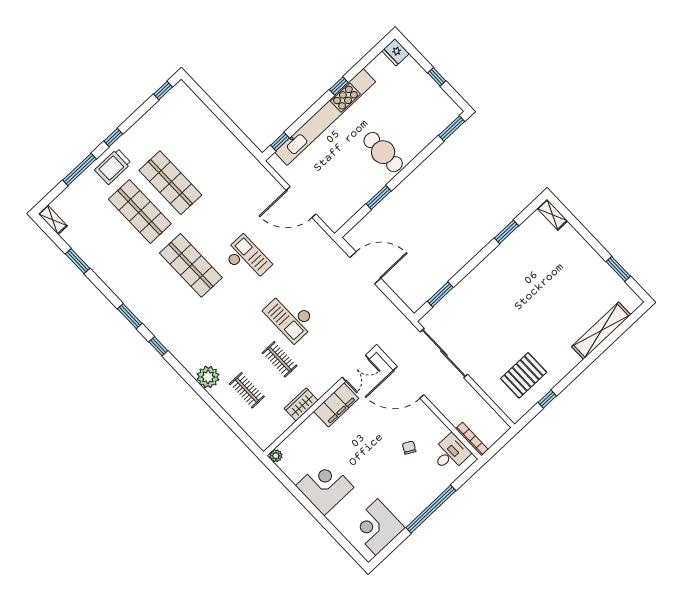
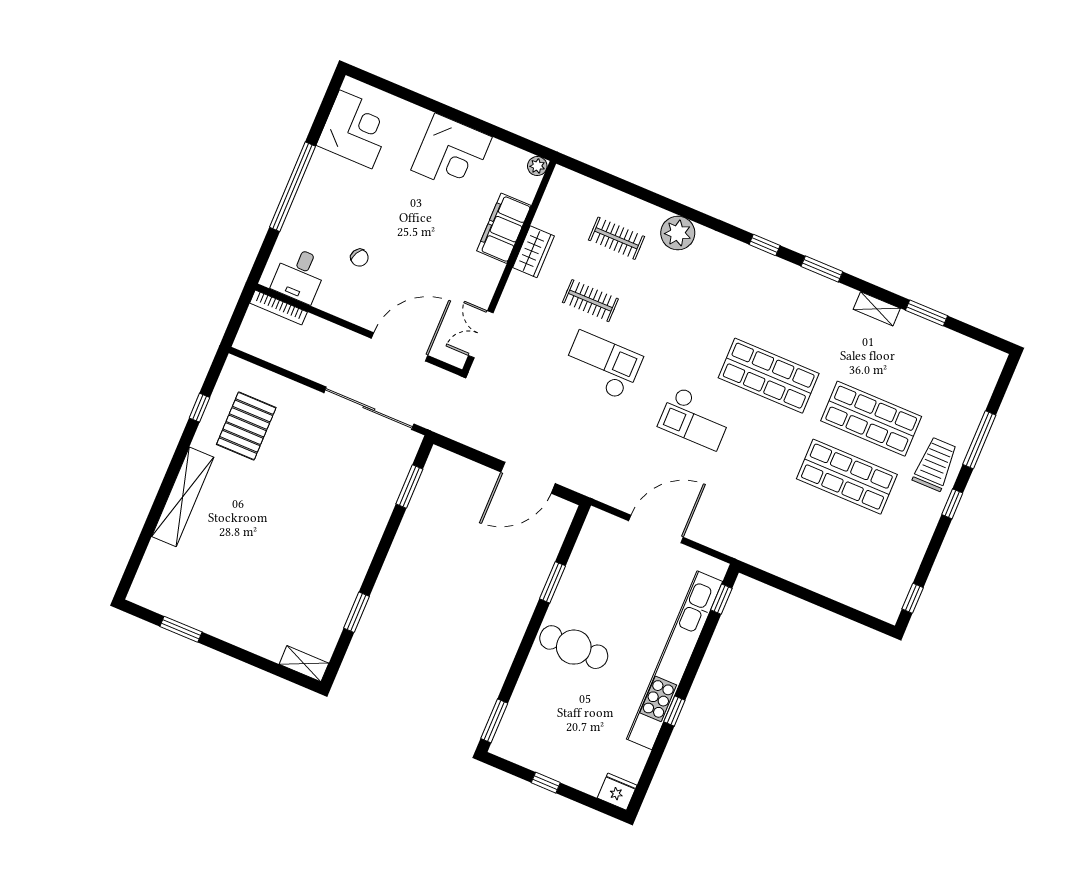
shelving: (53, 220) -> (877, 309), moved
shelving: (601, 331) -> (183, 497), moved
filing cabinet: (336, 405) -> (504, 228), moved

